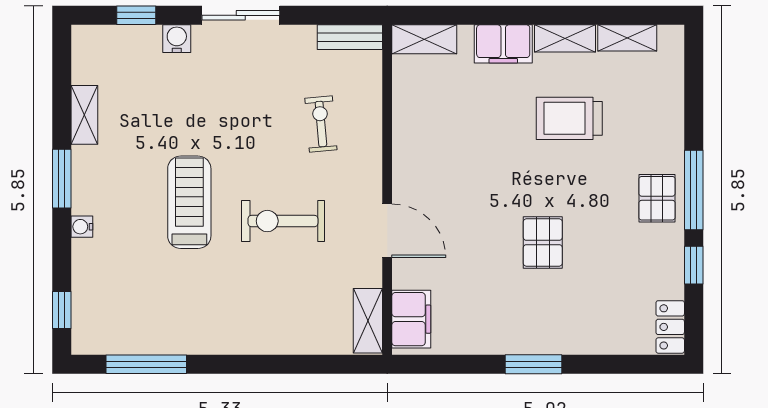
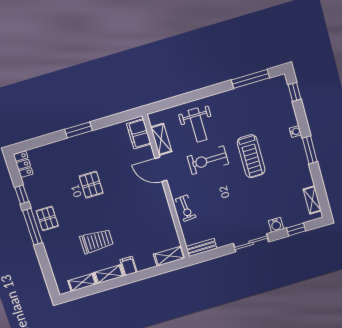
filing cabinet: (503, 44) -> (128, 266), width x0.50
shelving: (84, 115) -> (312, 200), moved
exercise bike: (321, 124) -> (186, 208), moved
exercise bike: (283, 221) -> (208, 160), turned 180
weight bench: (283, 301) -> (198, 125), added
shelving: (368, 321) -> (161, 139), moved

